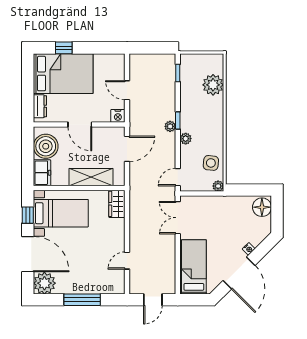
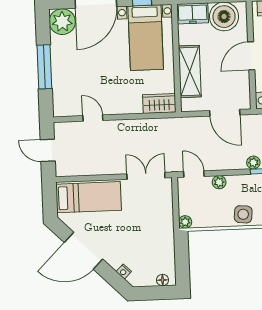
plant: (186, 139) -> (219, 182), moved
side table: (211, 163) -> (243, 214), moved
floor lamp: (262, 207) -> (163, 280), width x0.53, depth x0.53
nightstand: (249, 249) -> (124, 272), moved

